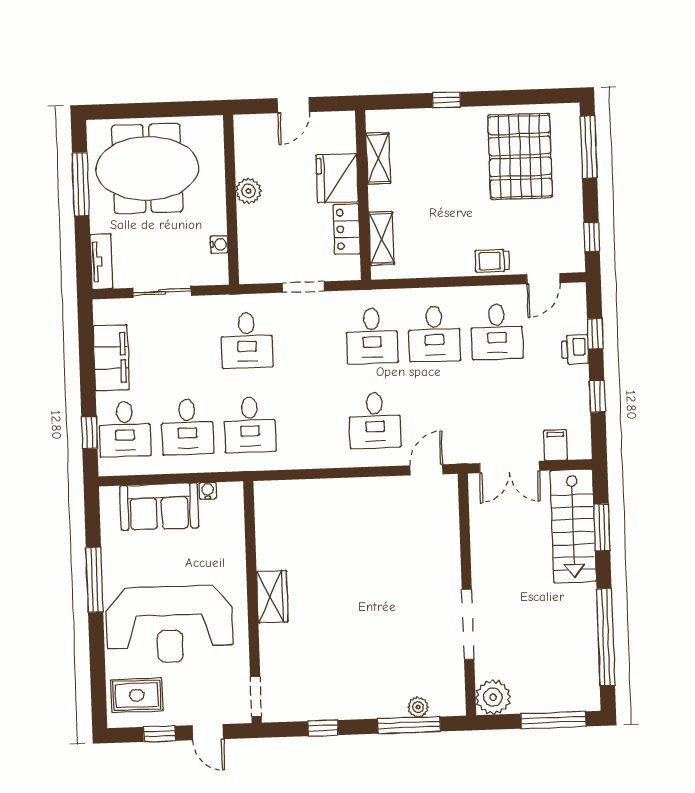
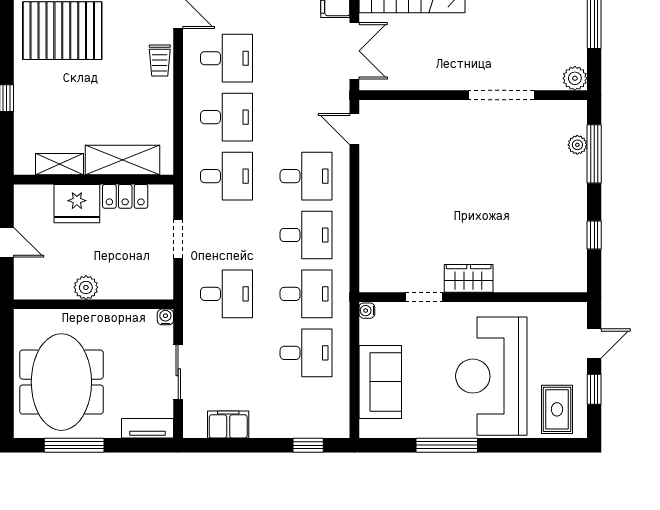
shelving: (381, 238) -> (123, 160), width x1.50, depth x1.33
water cooler: (219, 244) -> (165, 317), moved
filing cabinet: (111, 358) -> (228, 425), width x0.67, depth x0.86
desk: (125, 429) -> (306, 235), moved
water cooler: (208, 491) -> (367, 311), moved
reception desk: (170, 624) -> (491, 376), turned 180
doorway: (256, 696) -> (424, 297), moved
plant: (493, 697) -> (575, 78), width x0.73, depth x0.73

